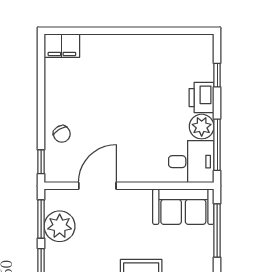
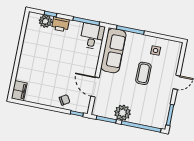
plant: (202, 127) -> (45, 21), moved
sofa: (183, 207) -> (113, 51), width x1.36
plant: (60, 226) -> (123, 113), moved

